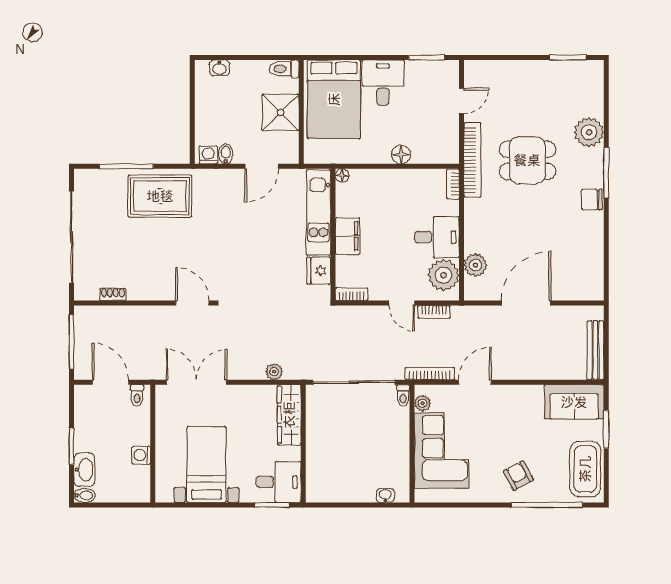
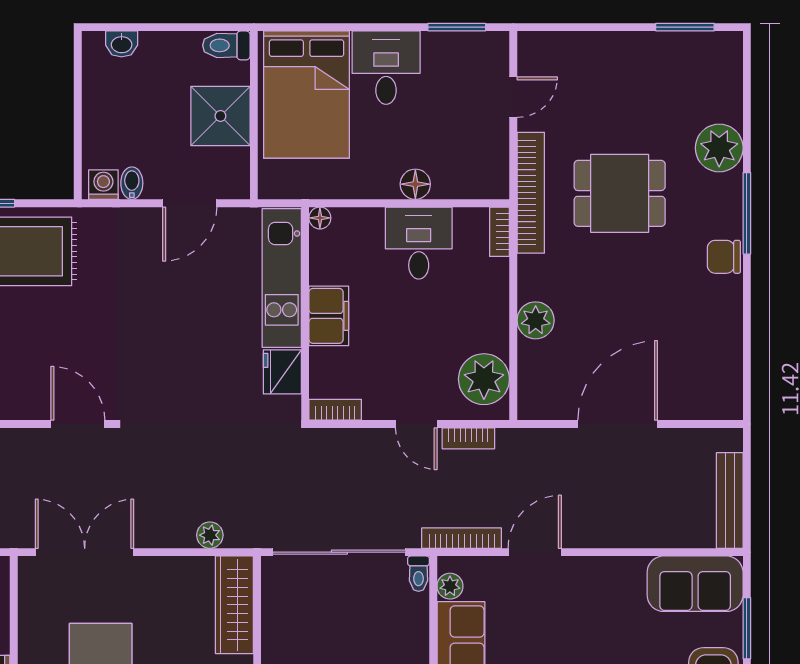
desk: (437, 237) -> (419, 243), moved, turned -90
plant: (475, 265) -> (536, 320), moved

